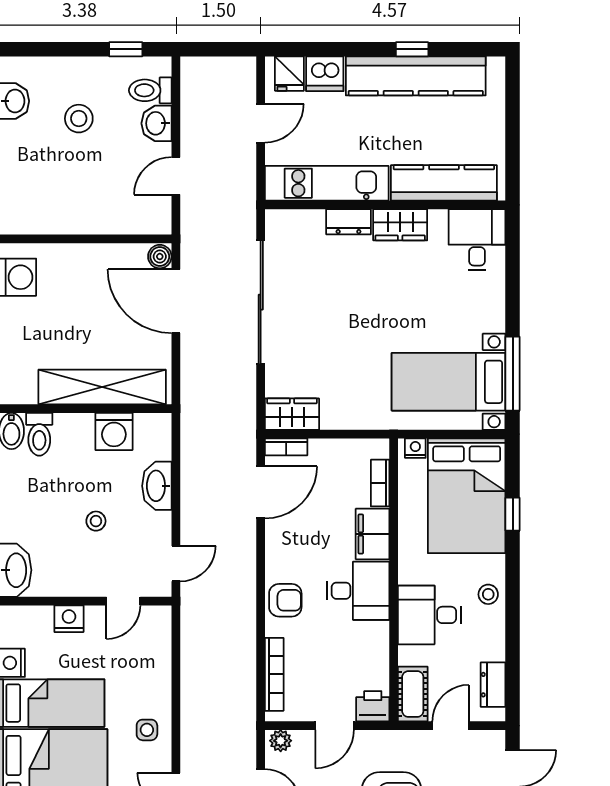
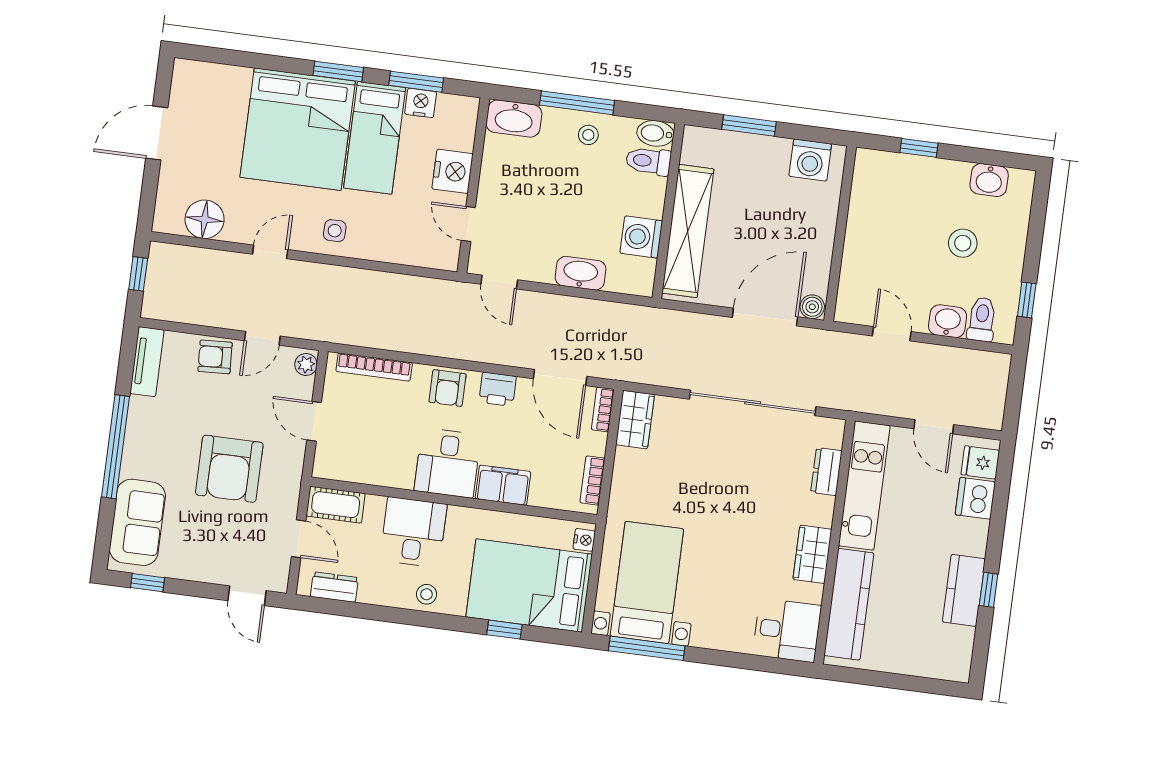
kitchen counter: (416, 76) -> (964, 590), width x0.48, depth x0.86
dresser: (348, 222) -> (826, 472), moved
bookcase: (380, 483) -> (593, 480), moved, turned -90
stool: (96, 521) -> (588, 135), moved
nightstand: (69, 619) -> (453, 171), width x1.36, depth x1.33
printer: (373, 706) -> (498, 389), moved, turned 90

